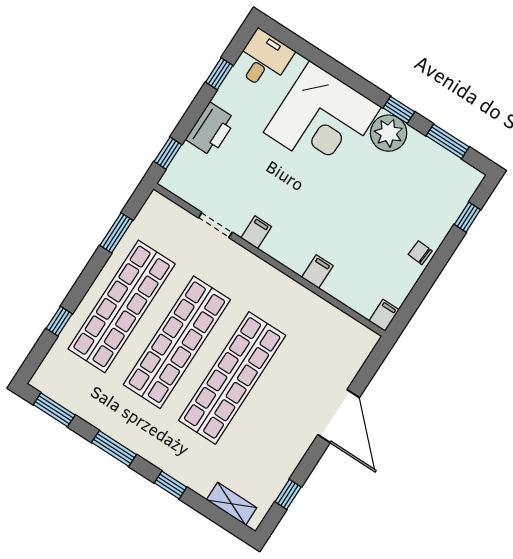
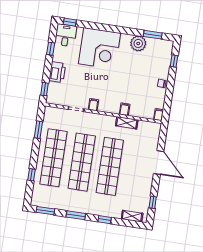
window: (399, 110) -> (70, 22), moved
plant: (389, 133) -> (138, 43), moved
shelving: (309, 302) -> (127, 123), added

